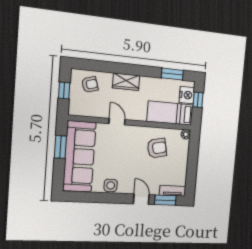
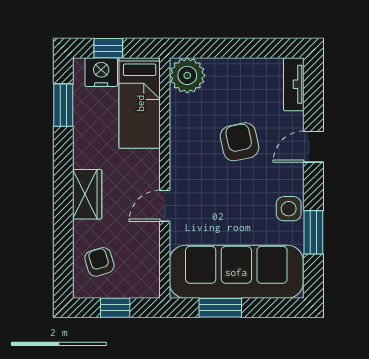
plant: (186, 134) -> (187, 75), width x1.87, depth x1.87
armchair: (157, 148) -> (240, 142), moved
window: (165, 200) -> (313, 232), moved

